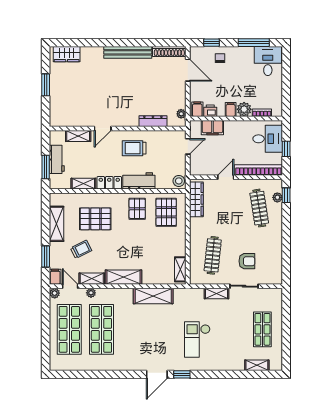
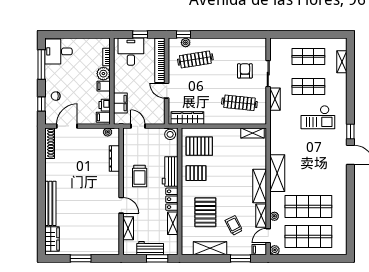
bench: (128, 52) -> (50, 203), moved
shelving: (153, 296) -> (277, 173), moved
shop shelf: (230, 329) -> (308, 86), added

